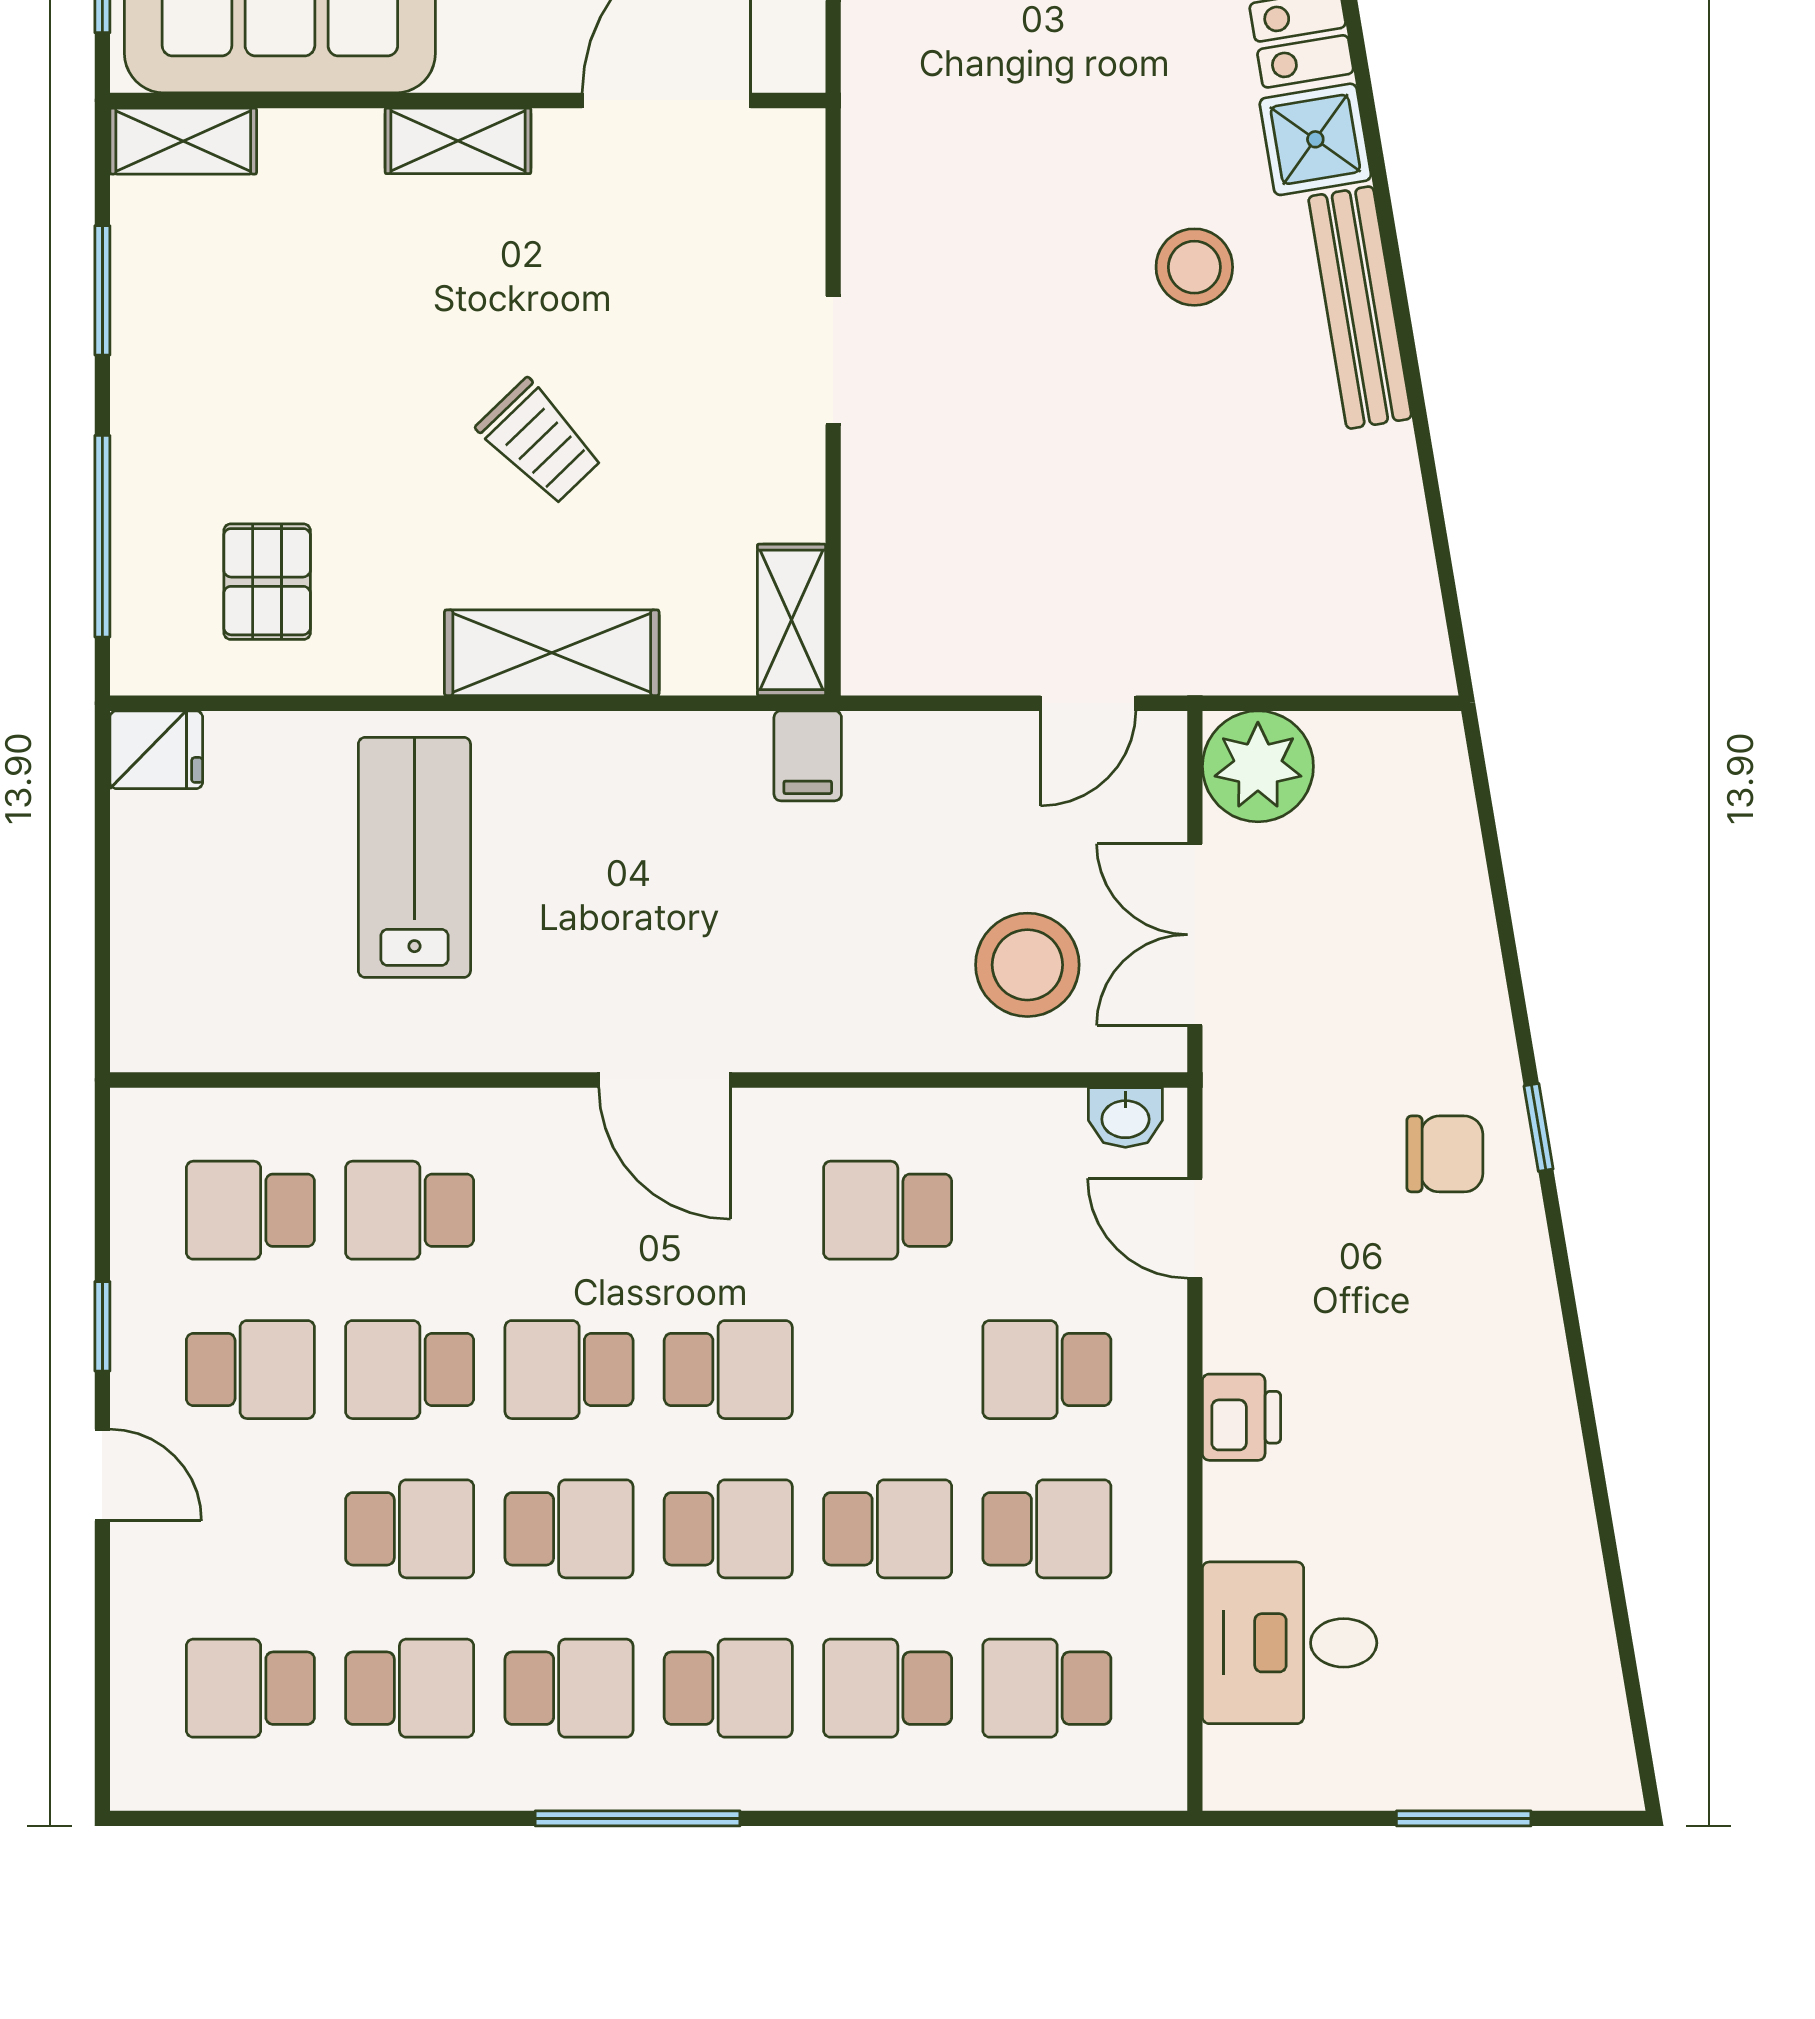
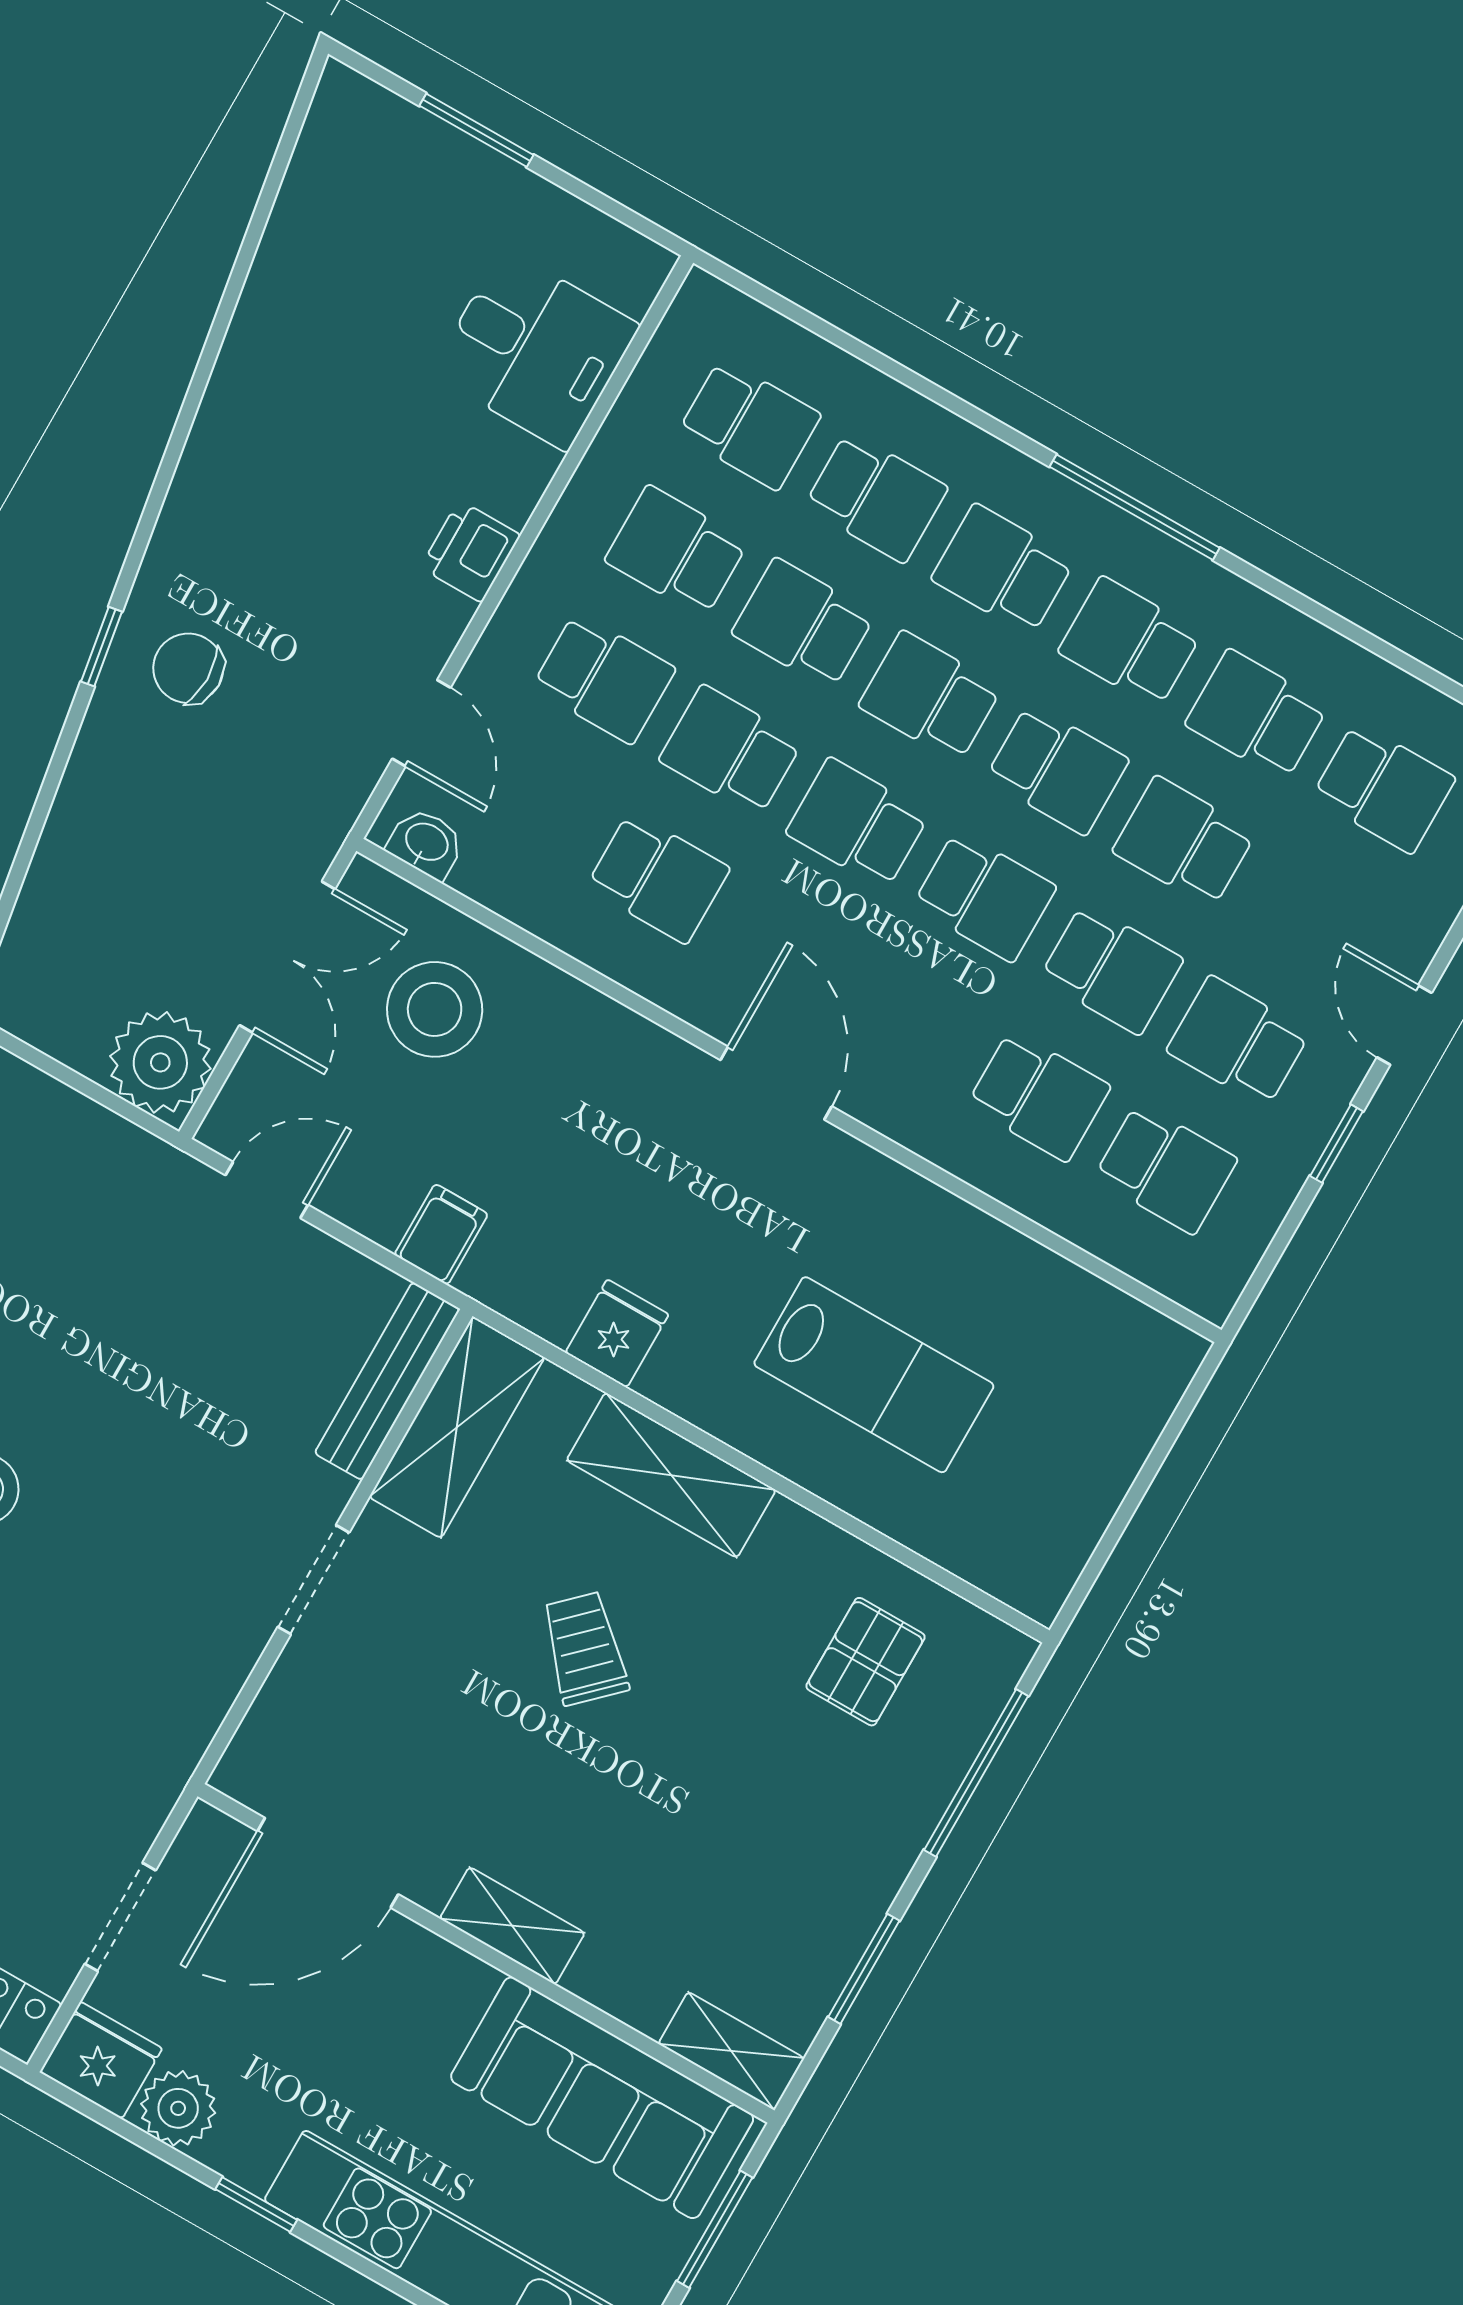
bench: (871, 588) -> (387, 1381), added
shelving: (792, 620) -> (457, 1427), width x1.50, depth x1.33
fridge: (156, 750) -> (617, 1334), moved, turned 90
filing cabinet: (808, 756) -> (441, 1234), moved
lab bench: (414, 857) -> (874, 1375), turned -90
school desk: (888, 1370) -> (731, 751), added
school desk: (569, 1529) -> (1057, 769), turned 180

